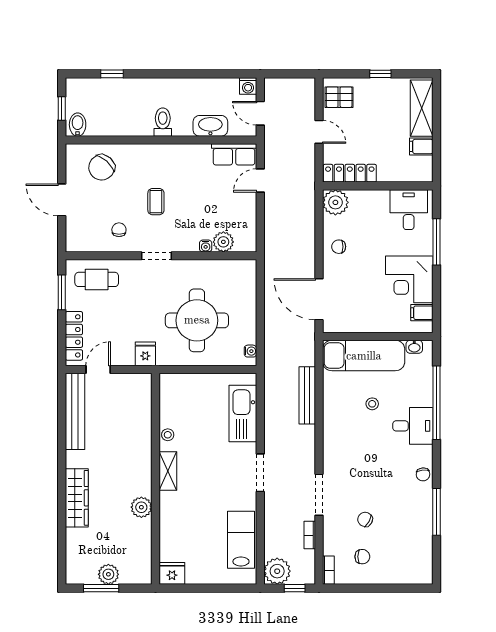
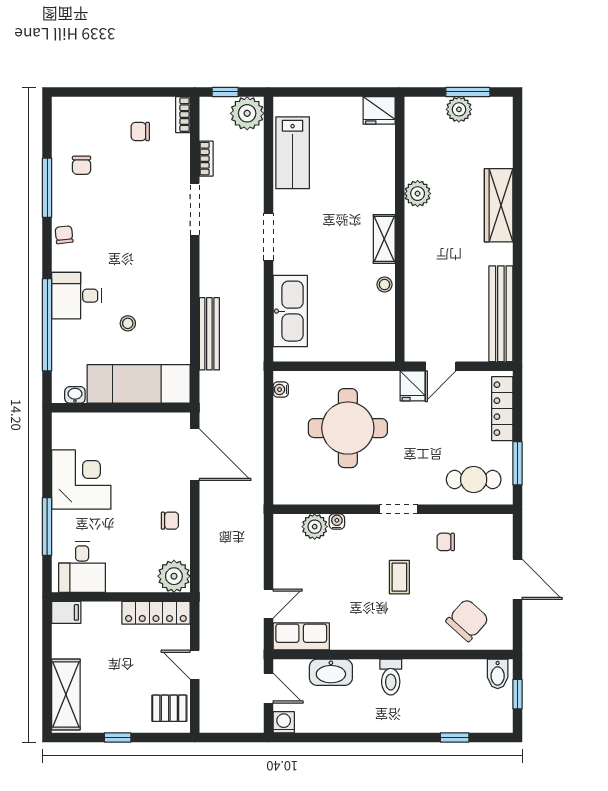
filing cabinet: (421, 146) -> (66, 612), moved
chair: (119, 230) -> (446, 542), turned 90
filing cabinet: (422, 313) -> (66, 438), removed
door: (98, 370) -> (441, 366), moved
chair: (365, 519) -> (82, 165), moved, turned 60

